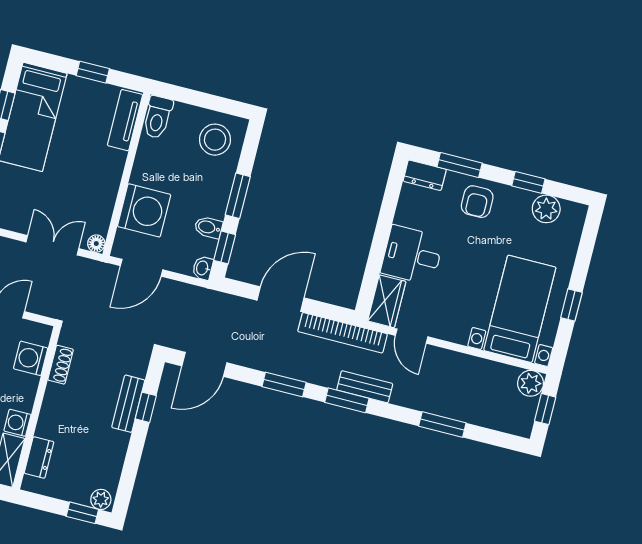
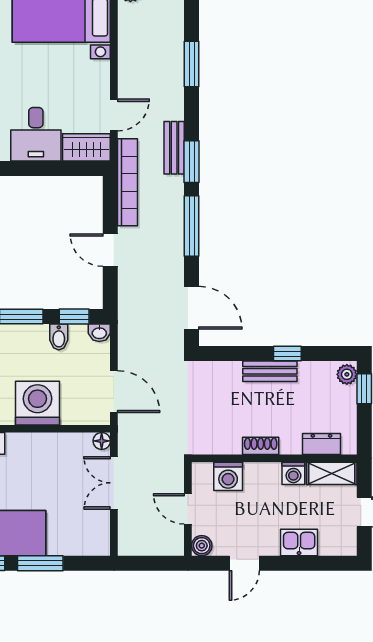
washing machine: (144, 210) -> (37, 403), moved
door: (281, 299) -> (110, 250), width x0.73
shoe rack: (61, 365) -> (261, 446), moved
window: (284, 385) -> (192, 226), width x1.44
bench: (128, 404) -> (270, 371), moved
window: (146, 407) -> (287, 354), moved

